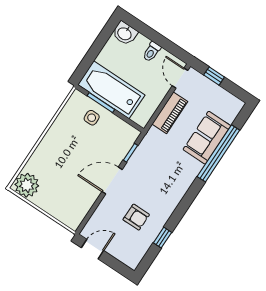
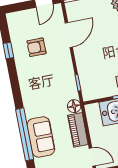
floor lamp: (153, 136) -> (74, 106), added
door: (112, 181) -> (69, 35), moved

